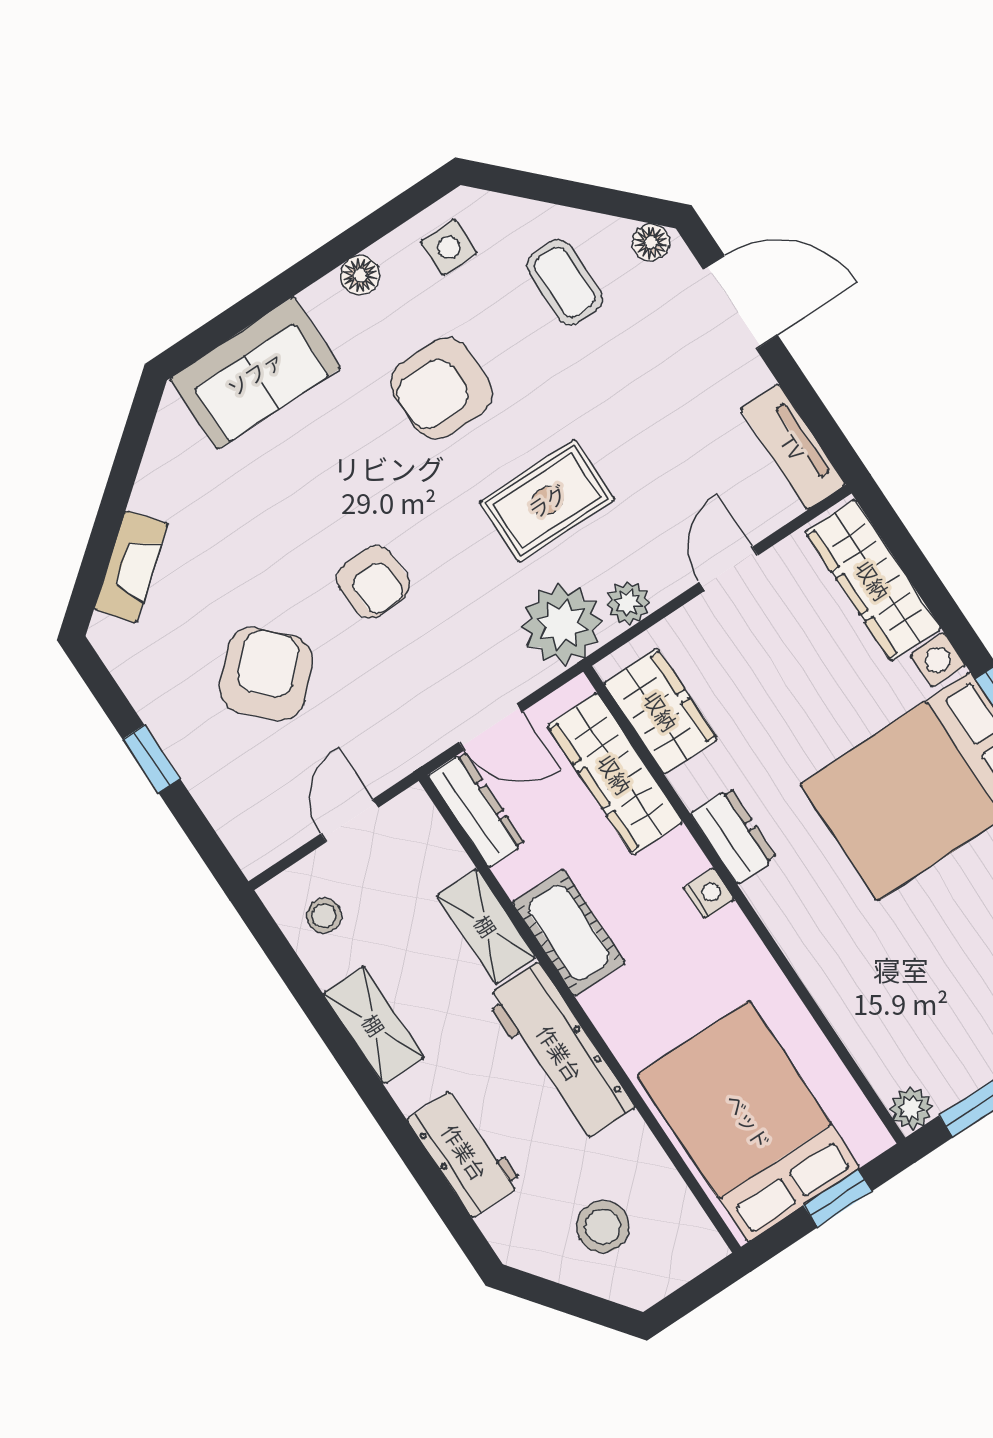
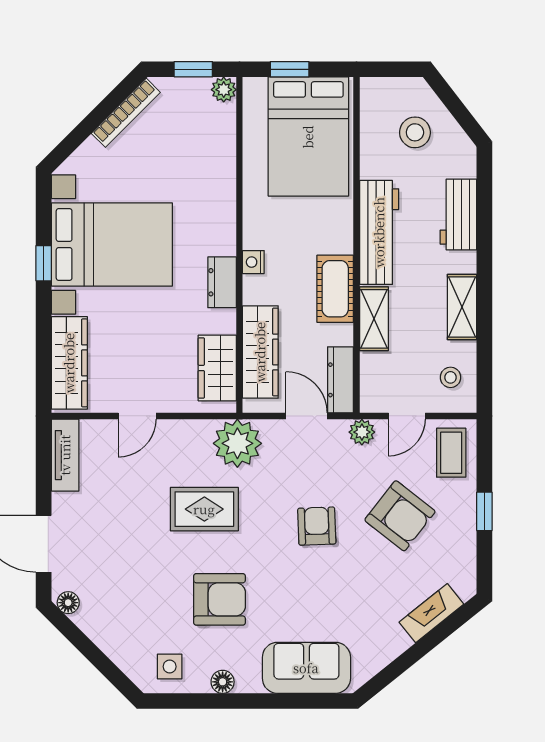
coffee table: (565, 282) -> (451, 453), moved
plant: (628, 603) -> (362, 432), moved
armchair: (266, 674) -> (400, 516), turned -98

